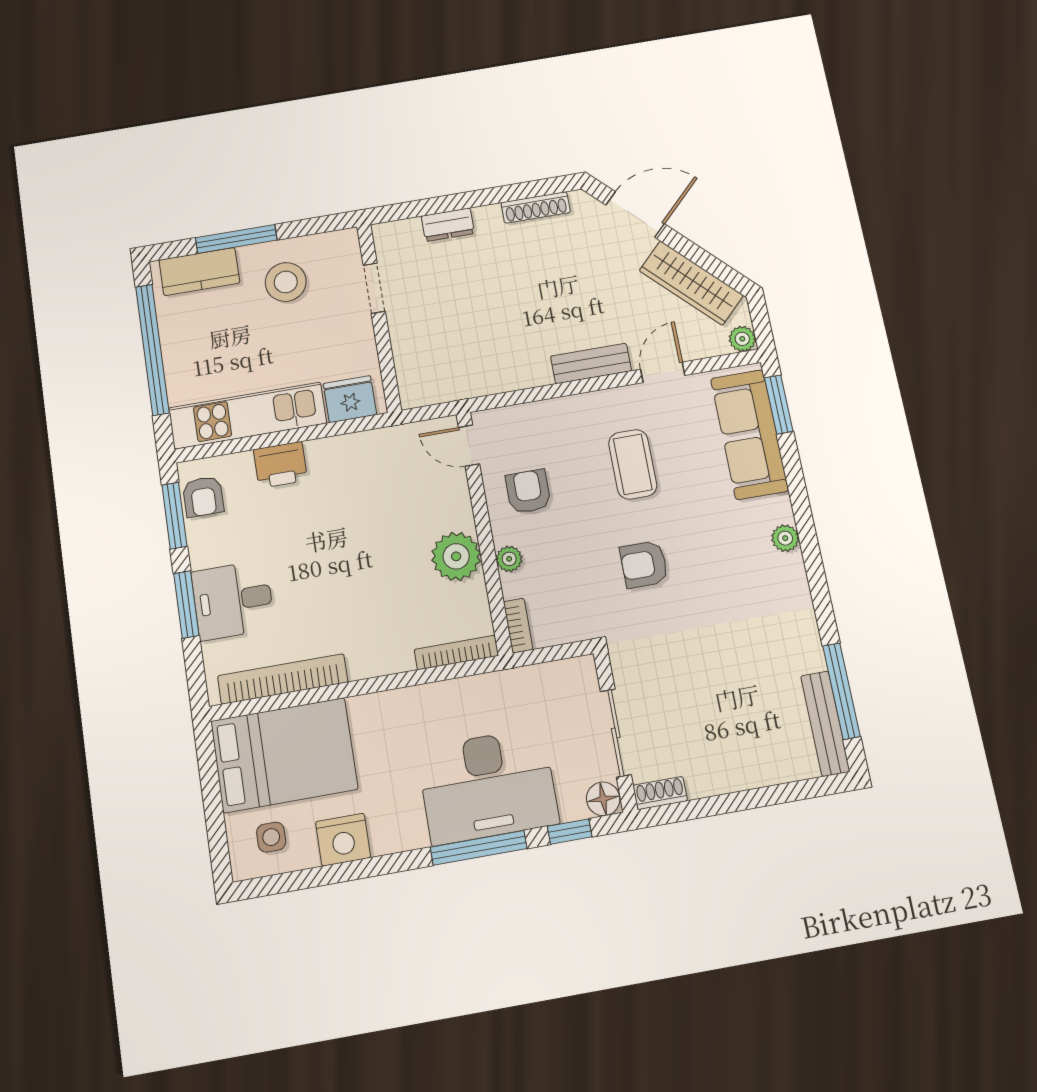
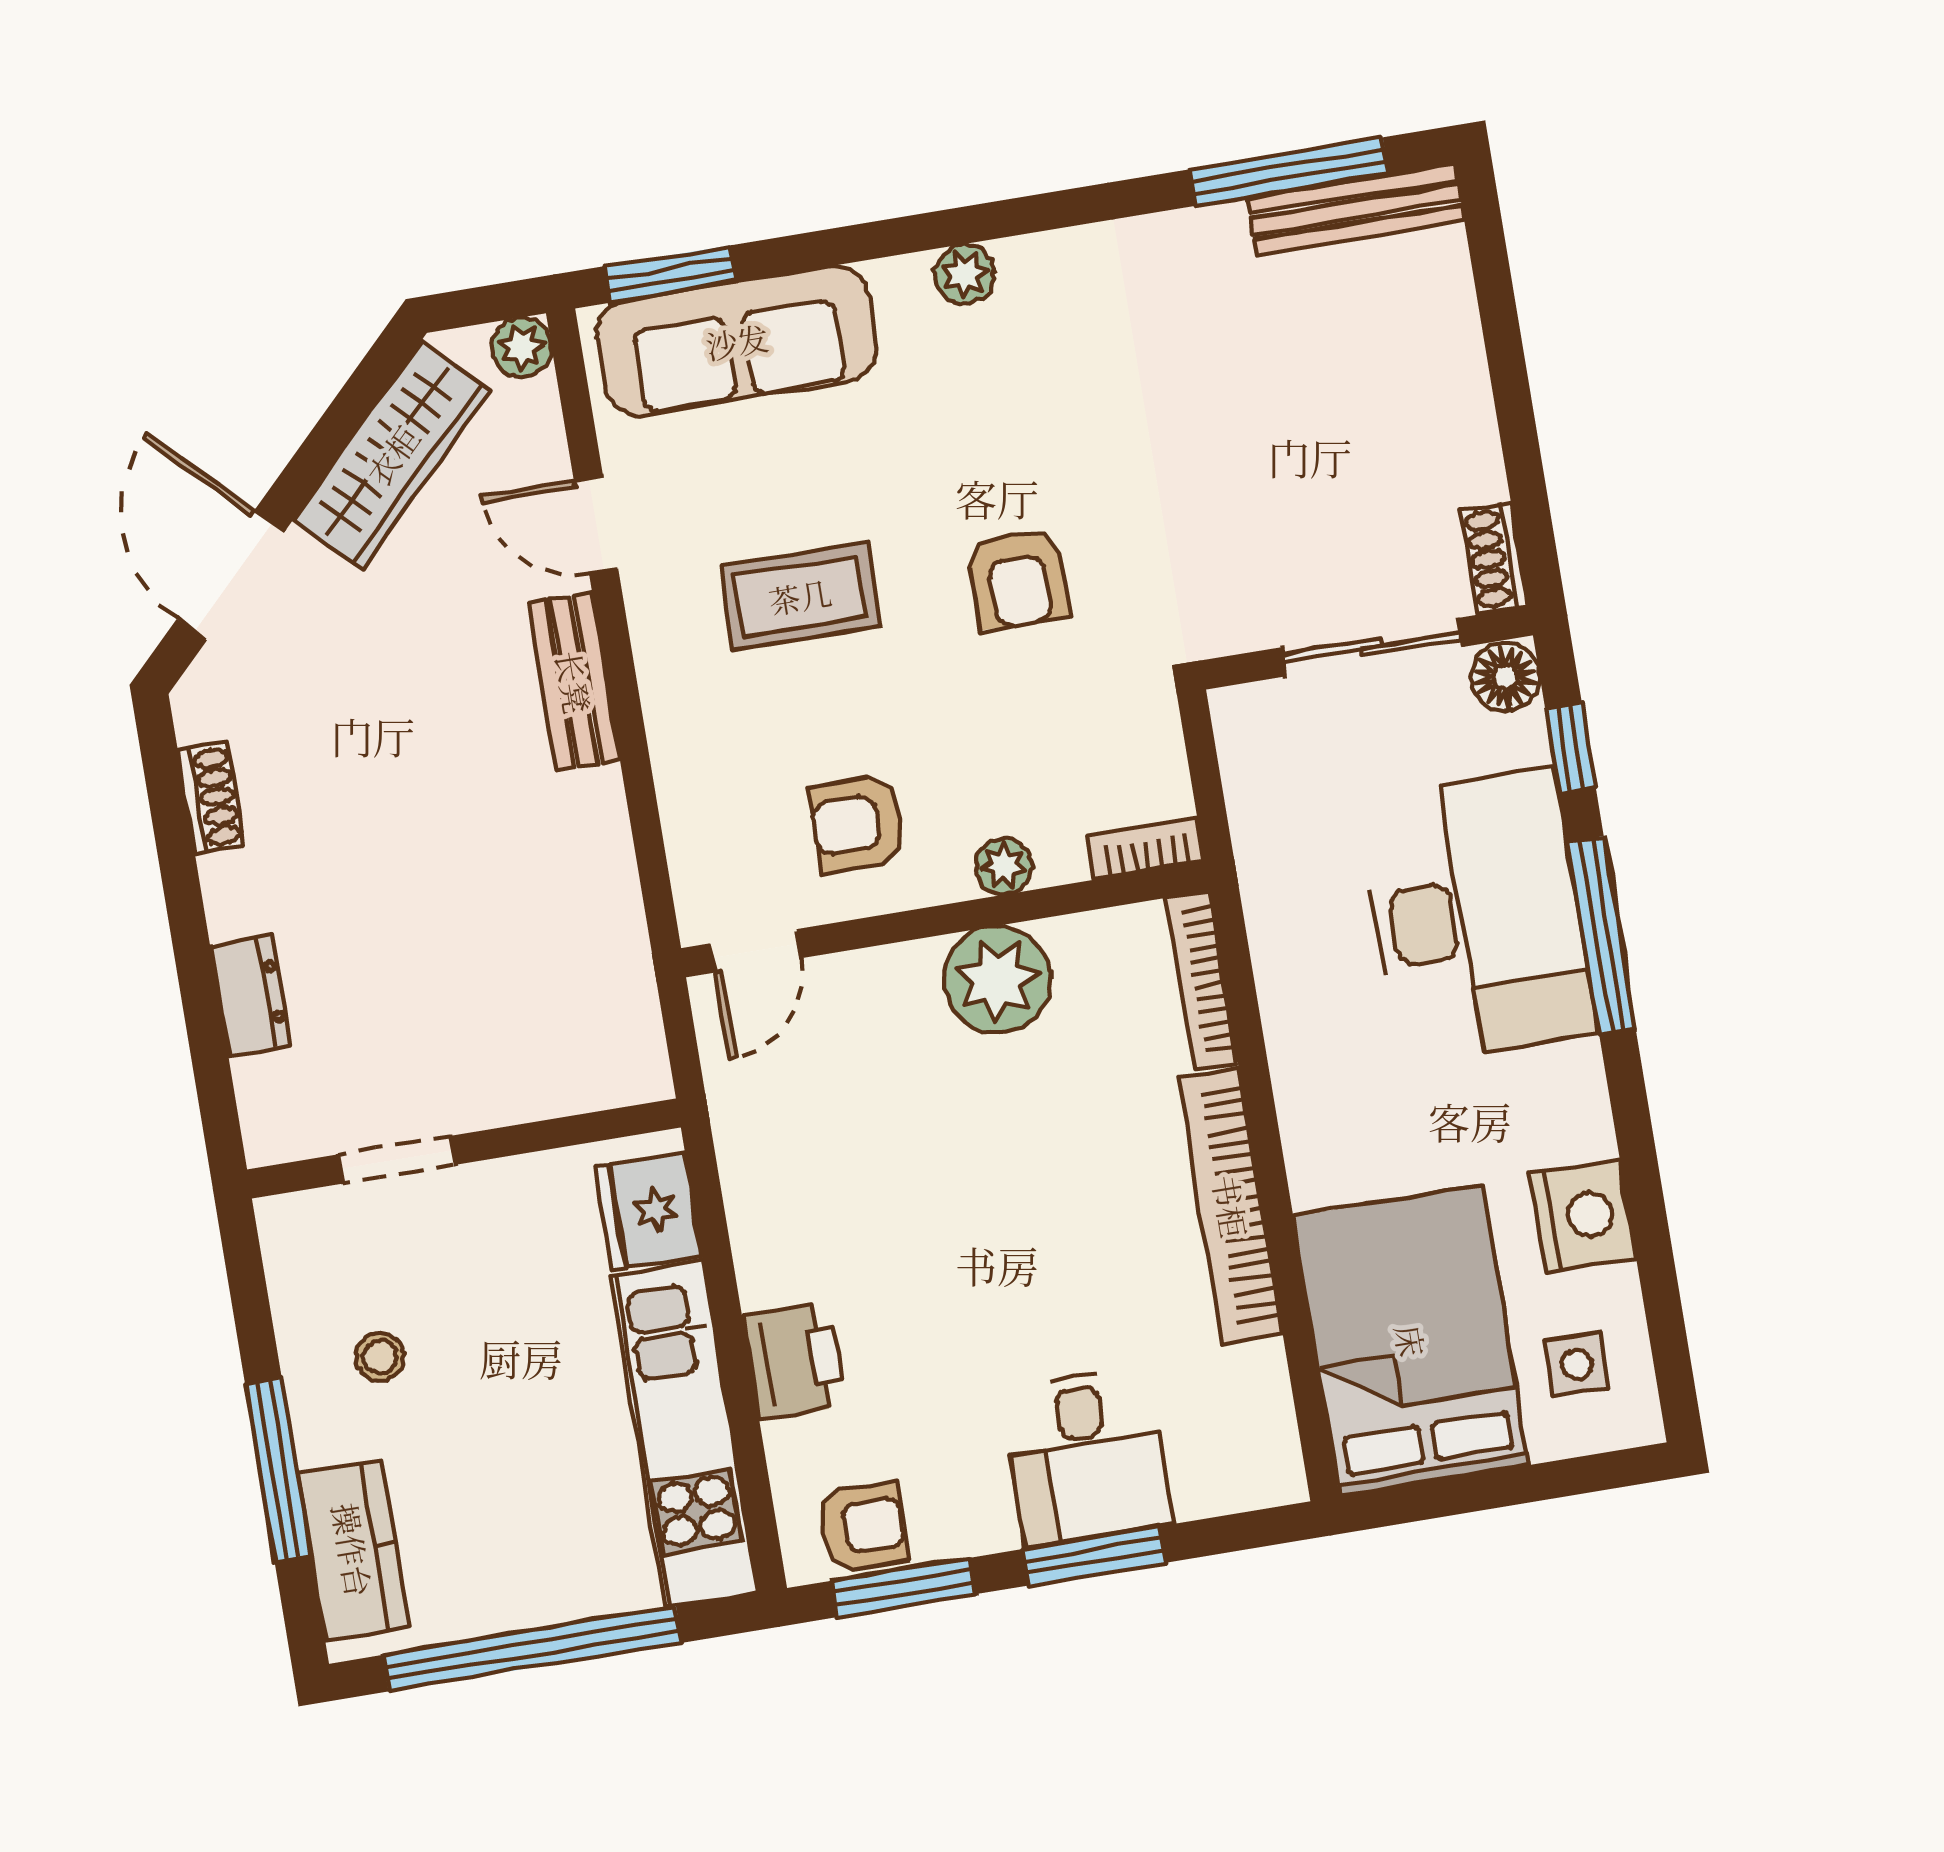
shoe rack: (536, 207) -> (211, 798), width x0.70
stool: (286, 282) -> (380, 1357), width x0.53, depth x0.53
bookcase: (283, 679) -> (1231, 1206), moved

